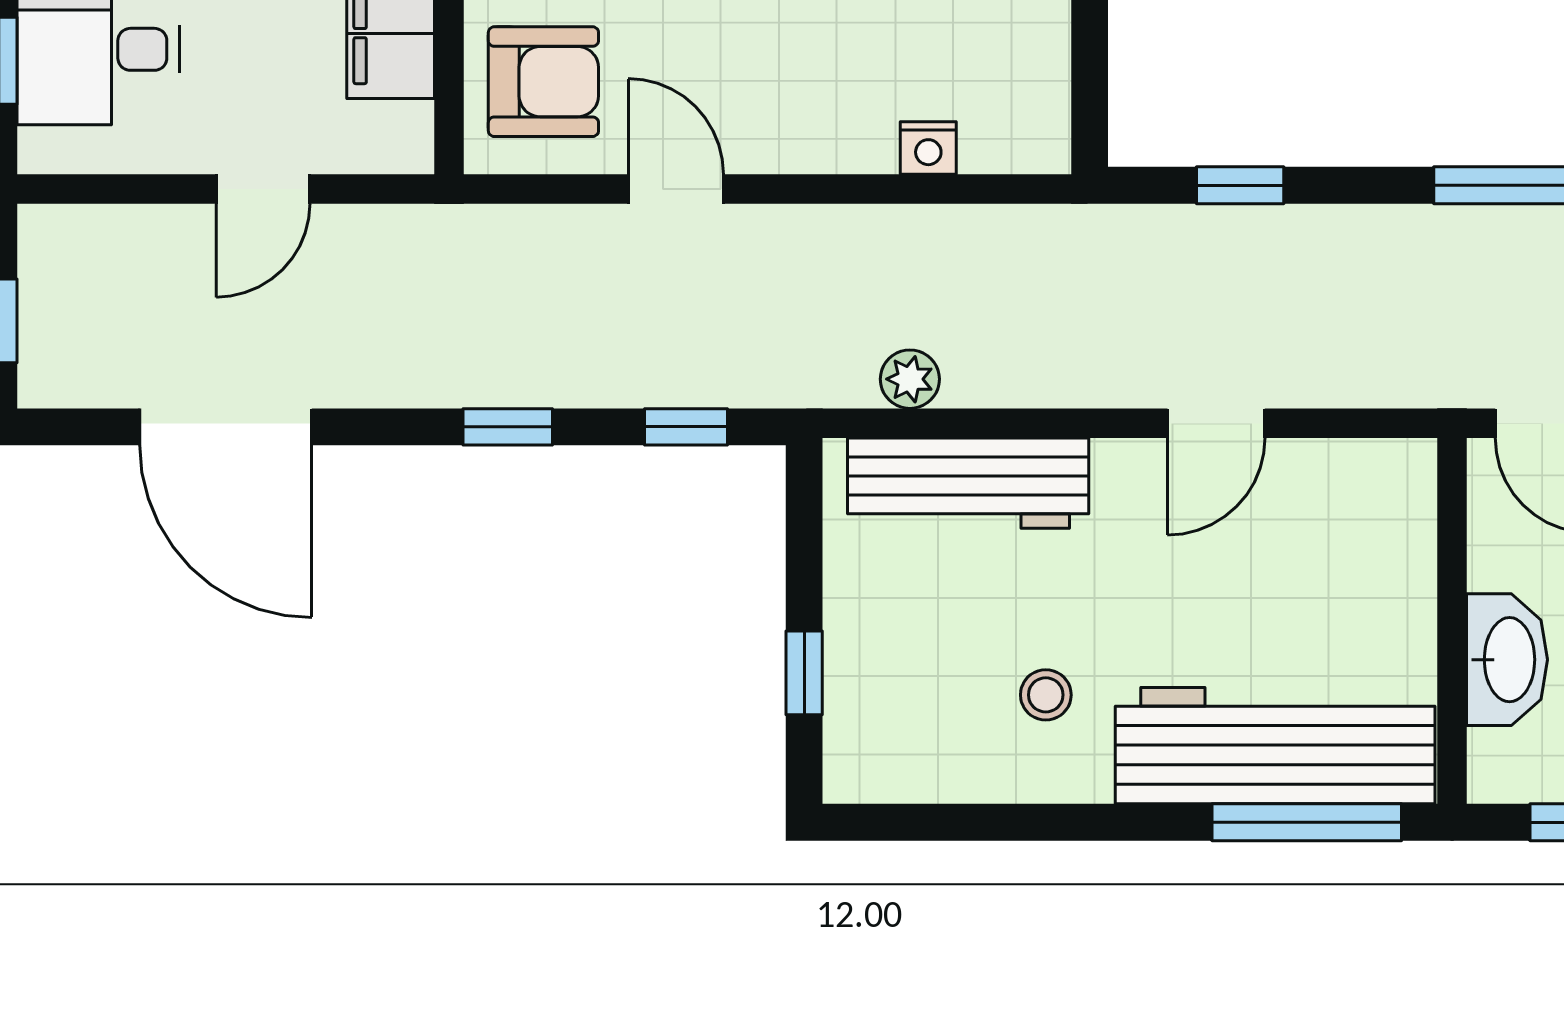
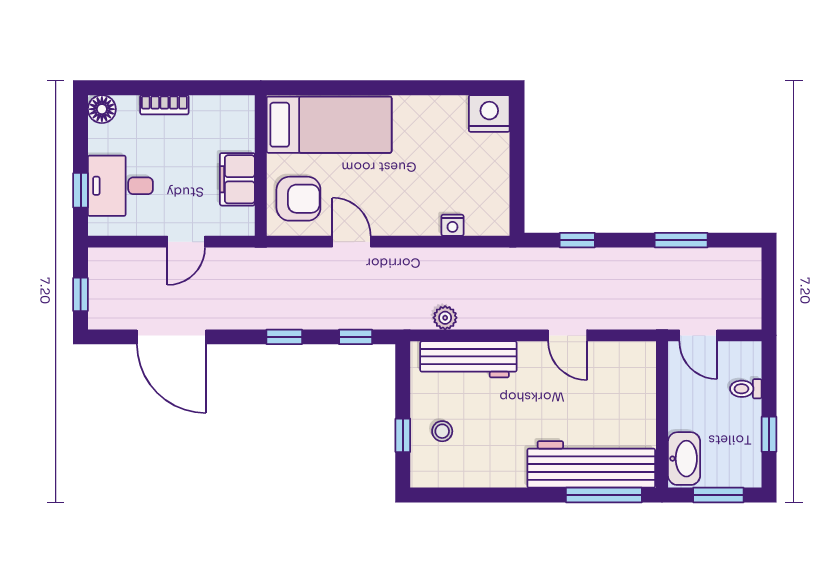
door: (1216, 423) -> (568, 335), hinge flipped
washbasin: (1507, 660) -> (684, 459), moved
stool: (1046, 695) -> (442, 431), moved

